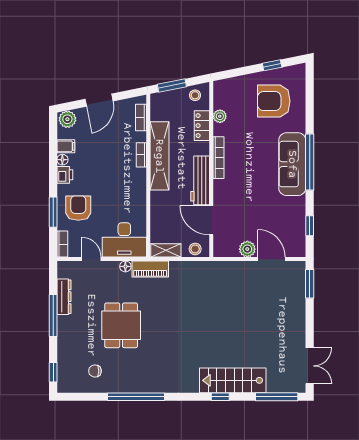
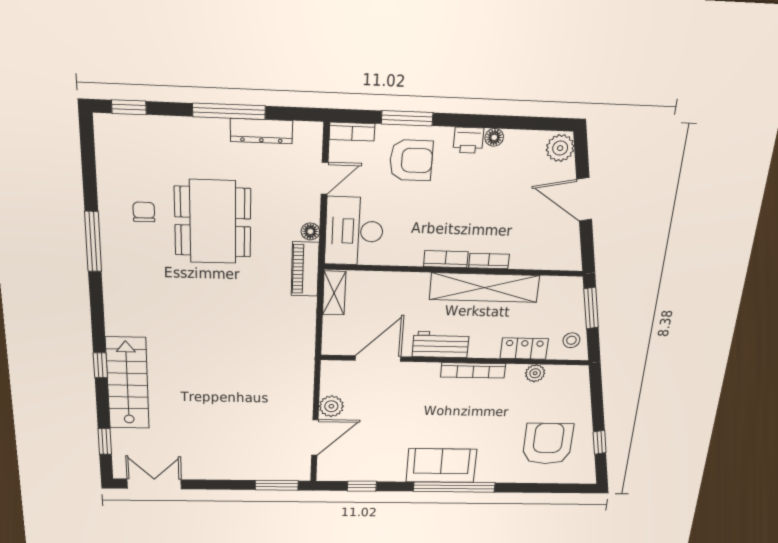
bookcase: (141, 117) -> (446, 259), moved
filing cabinet: (66, 146) -> (516, 144), removed
sofa: (292, 164) -> (441, 466), width x0.73
workbench: (200, 180) -> (441, 344), width x0.73
stool: (195, 249) -> (335, 335), removed
dining table: (121, 325) -> (213, 222), width x1.37
double door: (310, 366) -> (154, 484), swing flipped
chair: (95, 371) -> (144, 212), moved
window: (136, 397) -> (93, 242), width x0.68
window: (277, 397) -> (105, 441), width x0.46

